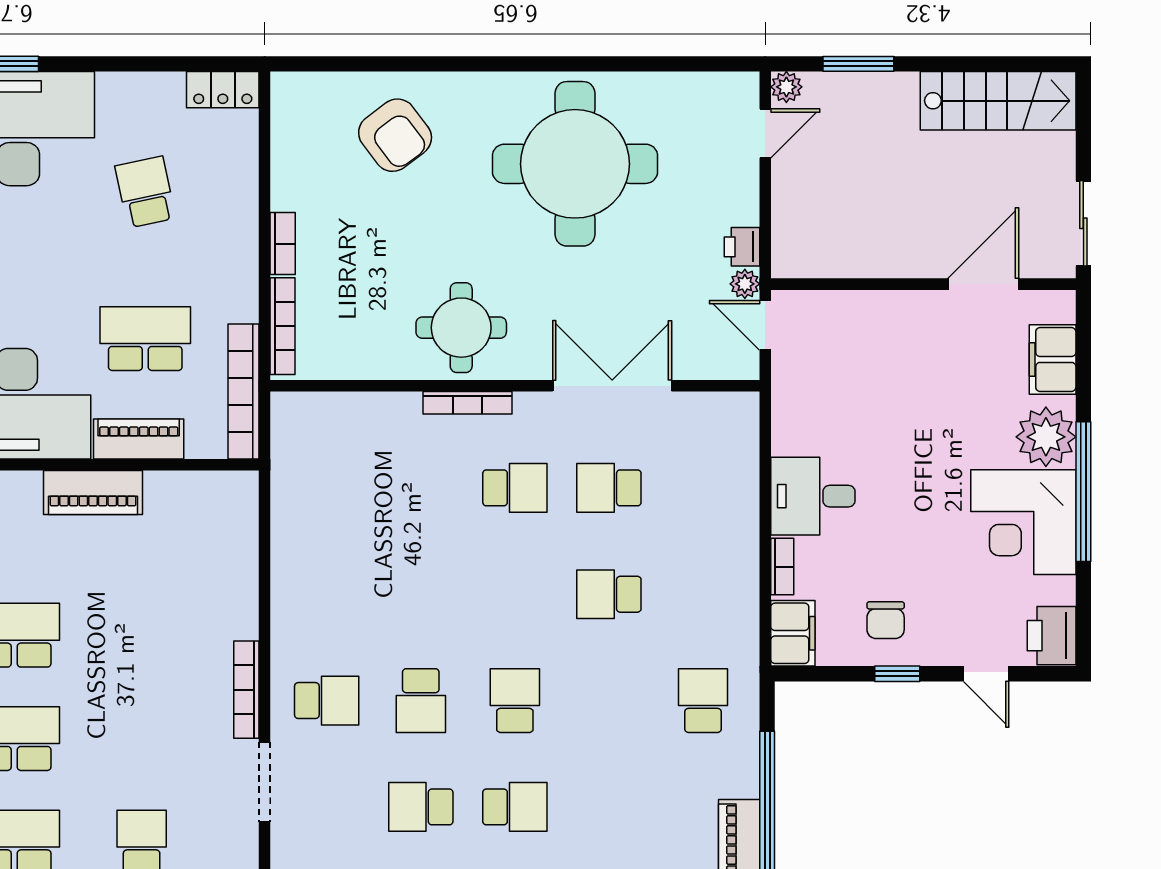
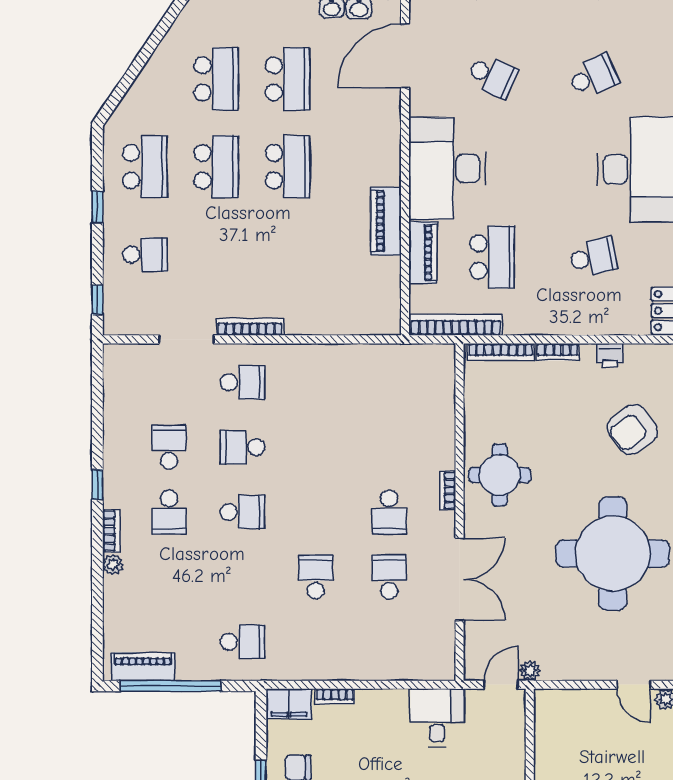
printer: (742, 247) -> (610, 355), moved, turned 180
bookcase: (468, 403) -> (448, 490), width x0.64
desk: (813, 496) -> (437, 718), moved
school desk: (327, 701) -> (242, 382), turned -90

